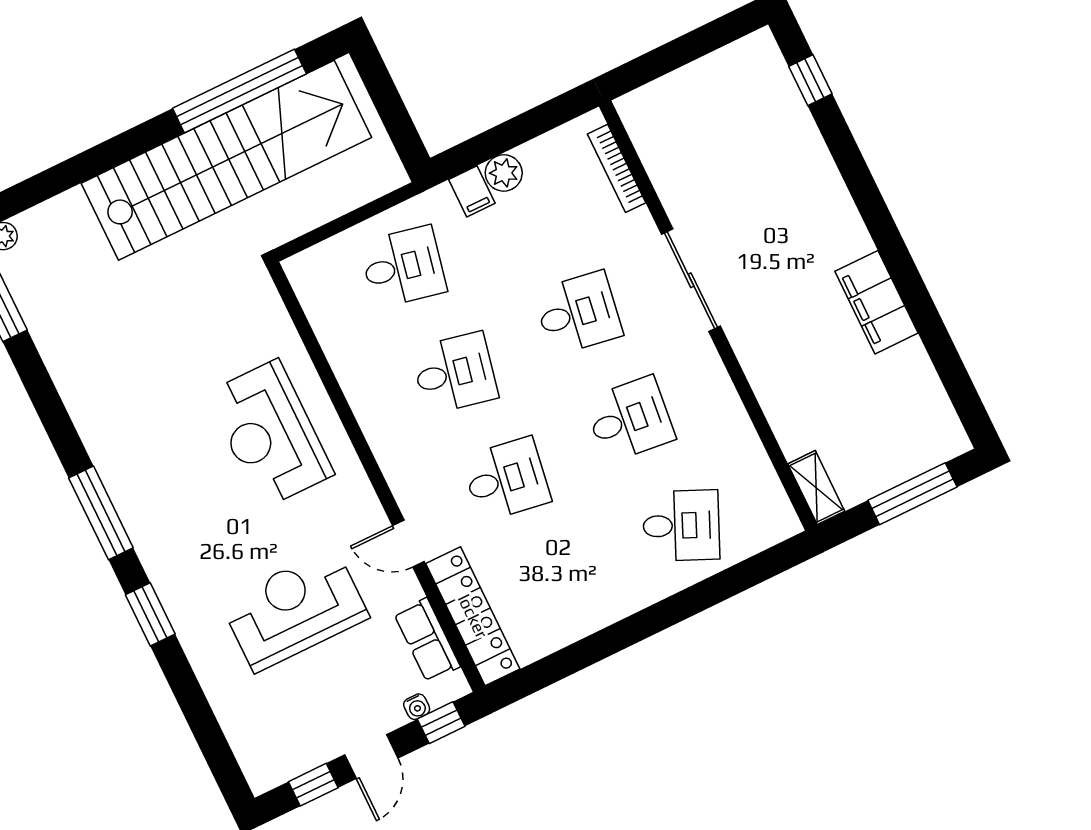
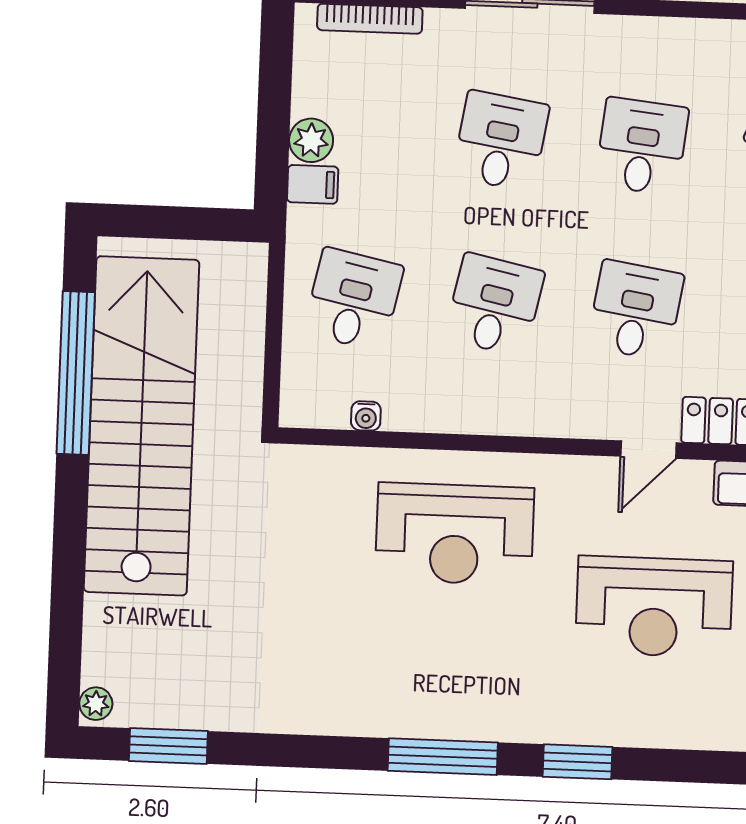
water cooler: (322, 322) -> (366, 416), added
reception desk: (295, 610) -> (654, 607), turned -90

